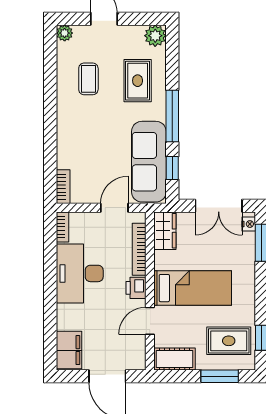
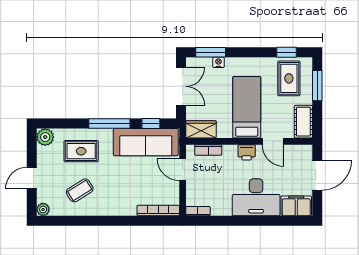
coffee table: (88, 79) -> (80, 190), turned -32
bookcase: (63, 187) -> (158, 211), width x1.56
nightstand: (249, 224) -> (218, 62), moved
bookcase: (139, 249) -> (208, 150), width x0.64
desk: (80, 273) -> (256, 197), moved

